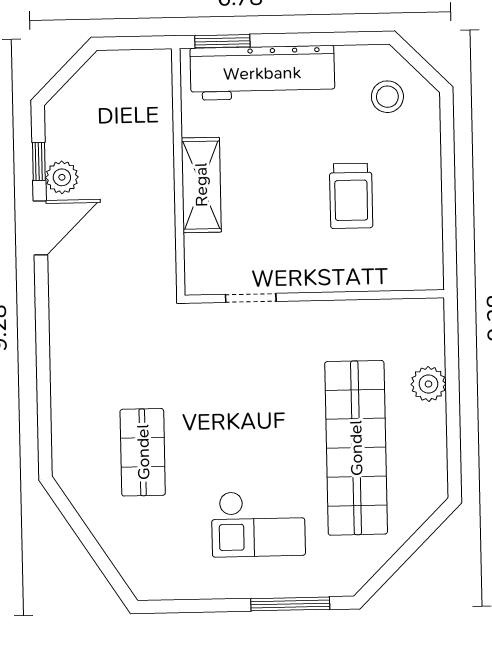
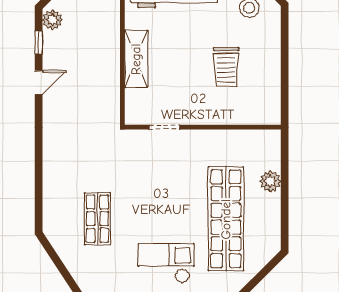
plant: (62, 177) -> (52, 20), moved
door: (40, 228) -> (39, 82), width x0.73
checkout: (258, 524) -> (166, 263), turned 180

